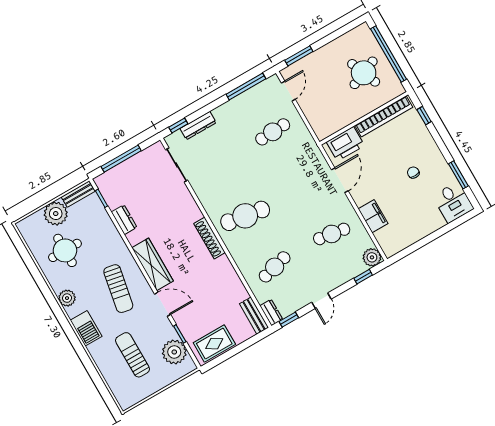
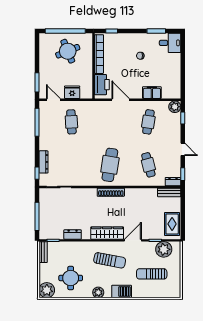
fridge: (313, 110) -> (72, 92), added
plant: (56, 214) -> (47, 290), moved

